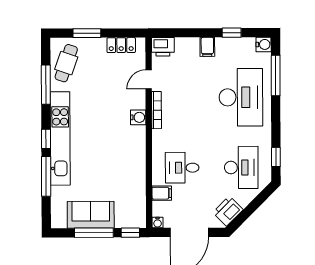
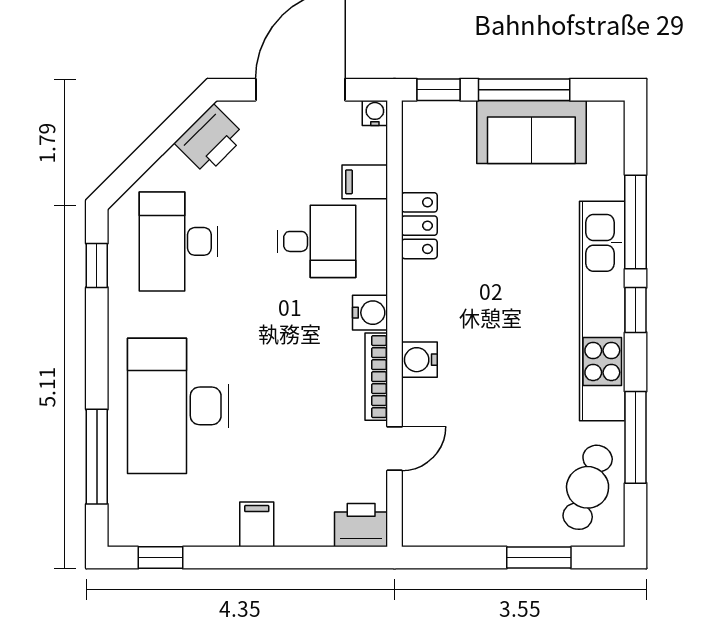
window: (232, 33) -> (161, 558), moved
water cooler: (264, 44) -> (370, 313), moved, turned 180
locker: (121, 45) -> (419, 226), moved, turned 90

